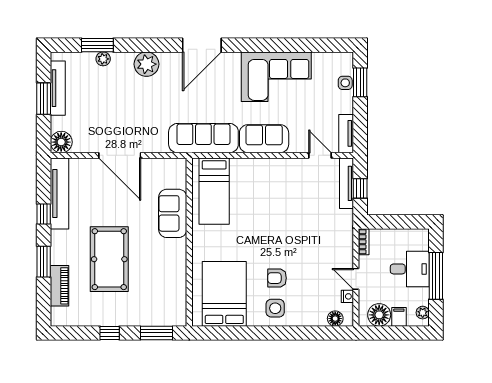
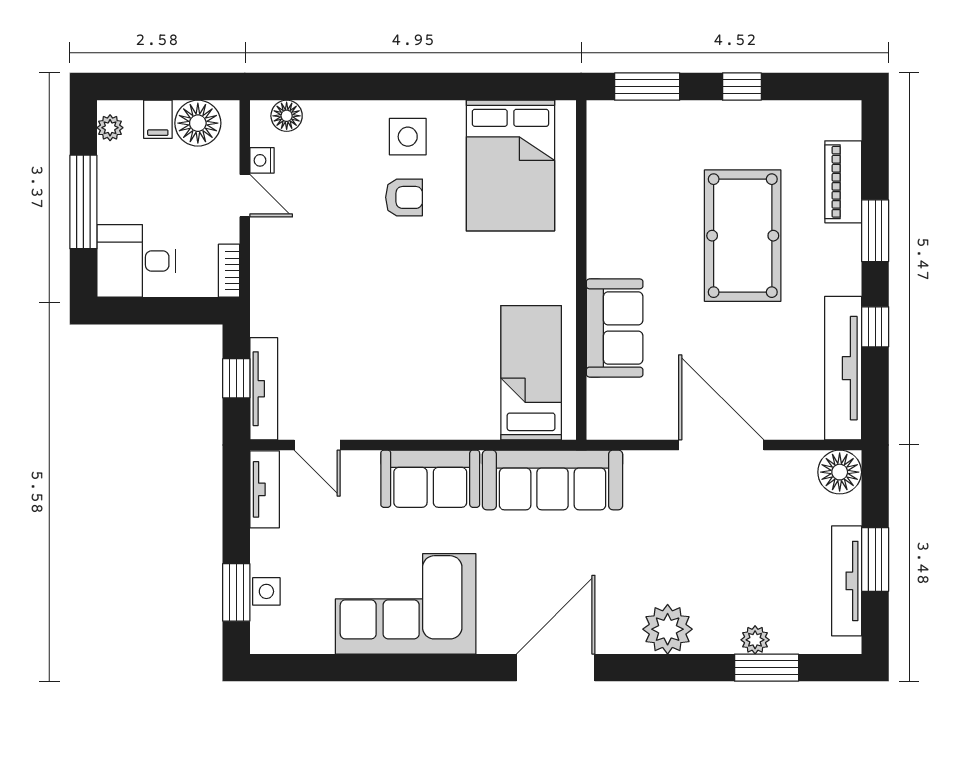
desk: (410, 269) -> (136, 261), moved

